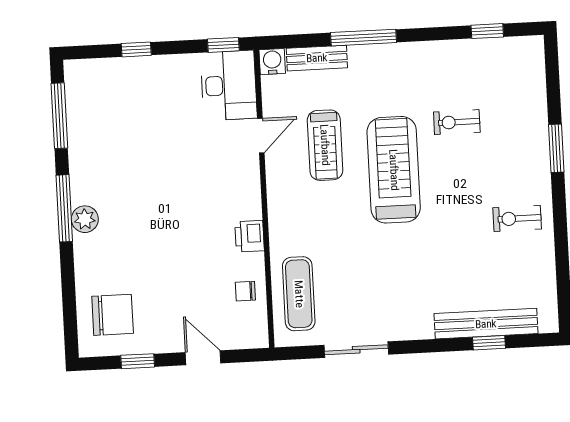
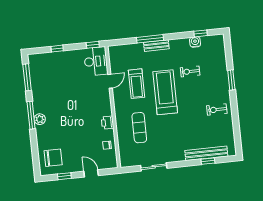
bench: (317, 58) -> (156, 46), moved
water cooler: (272, 62) -> (195, 42), moved
exercise mat: (299, 294) -> (139, 128), moved

